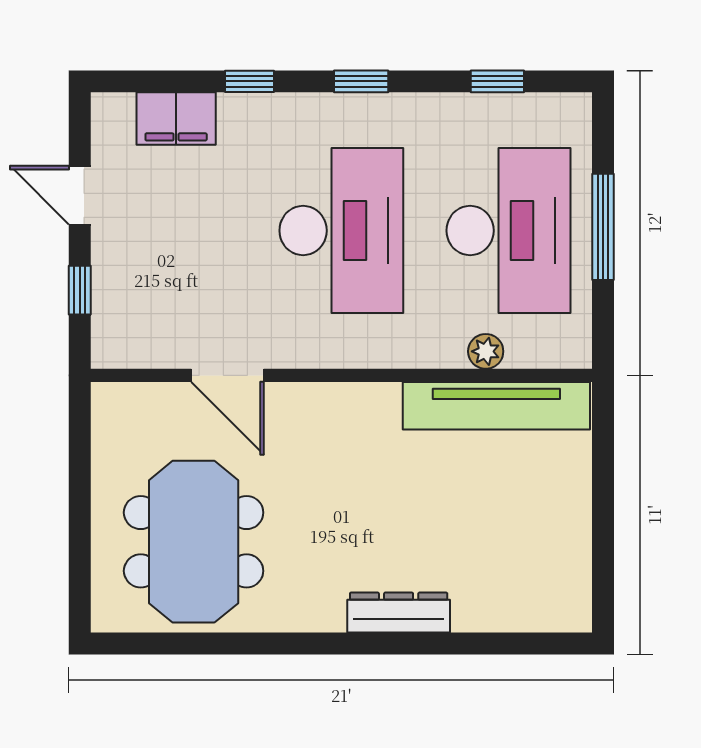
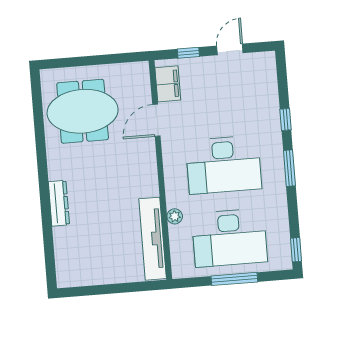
window: (361, 81) -> (289, 168), width x1.50
window: (497, 81) -> (296, 250), moved
filing cabinet: (176, 118) -> (168, 84), moved, turned 180
plant: (486, 351) -> (175, 216), moved

